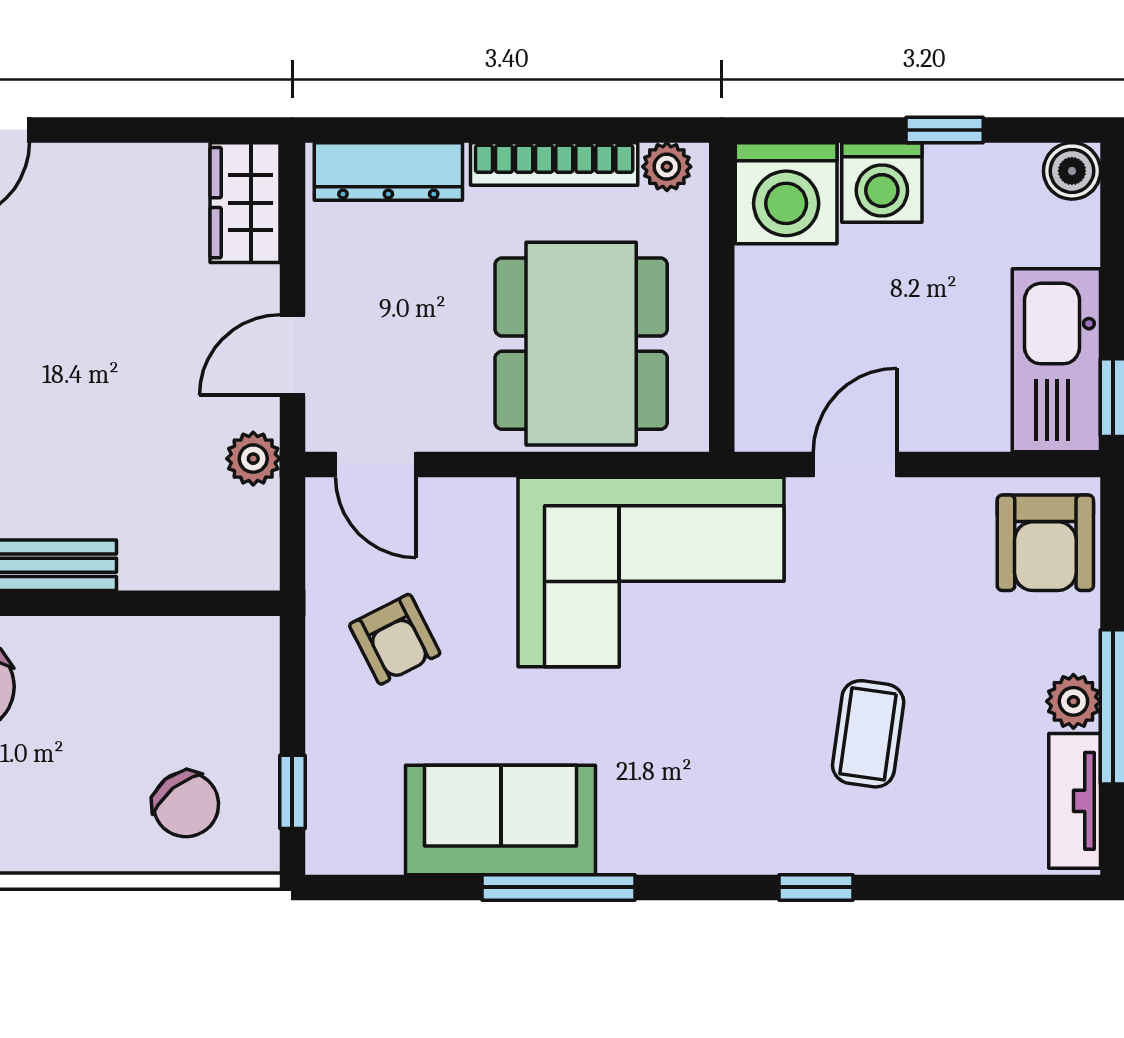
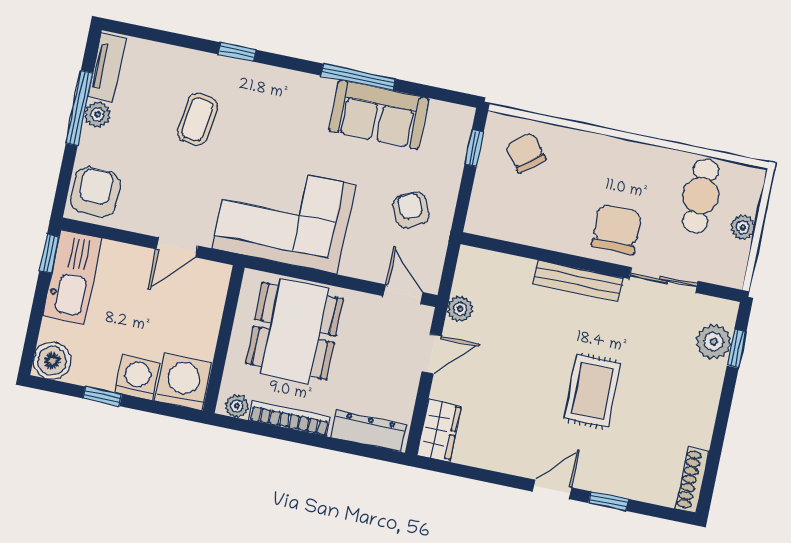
boiler: (1072, 171) -> (52, 361), width x1.36, depth x1.36

